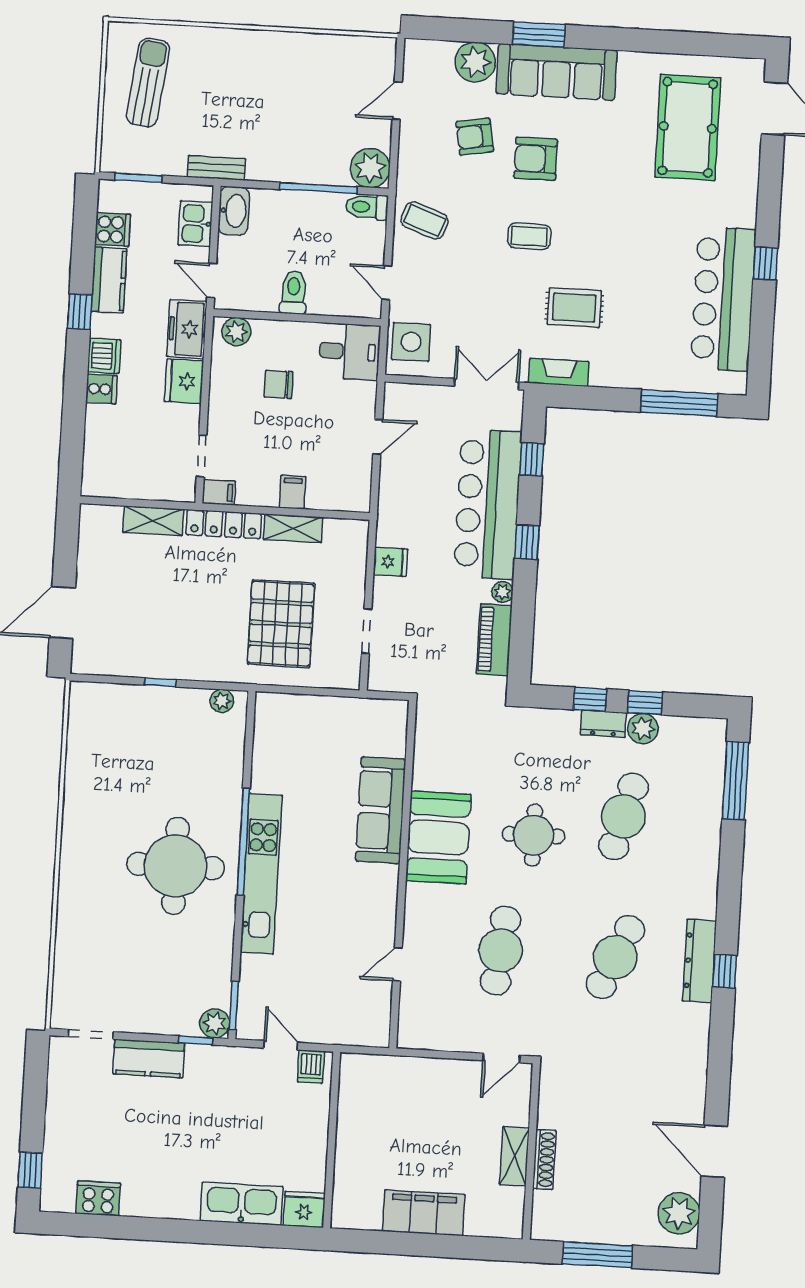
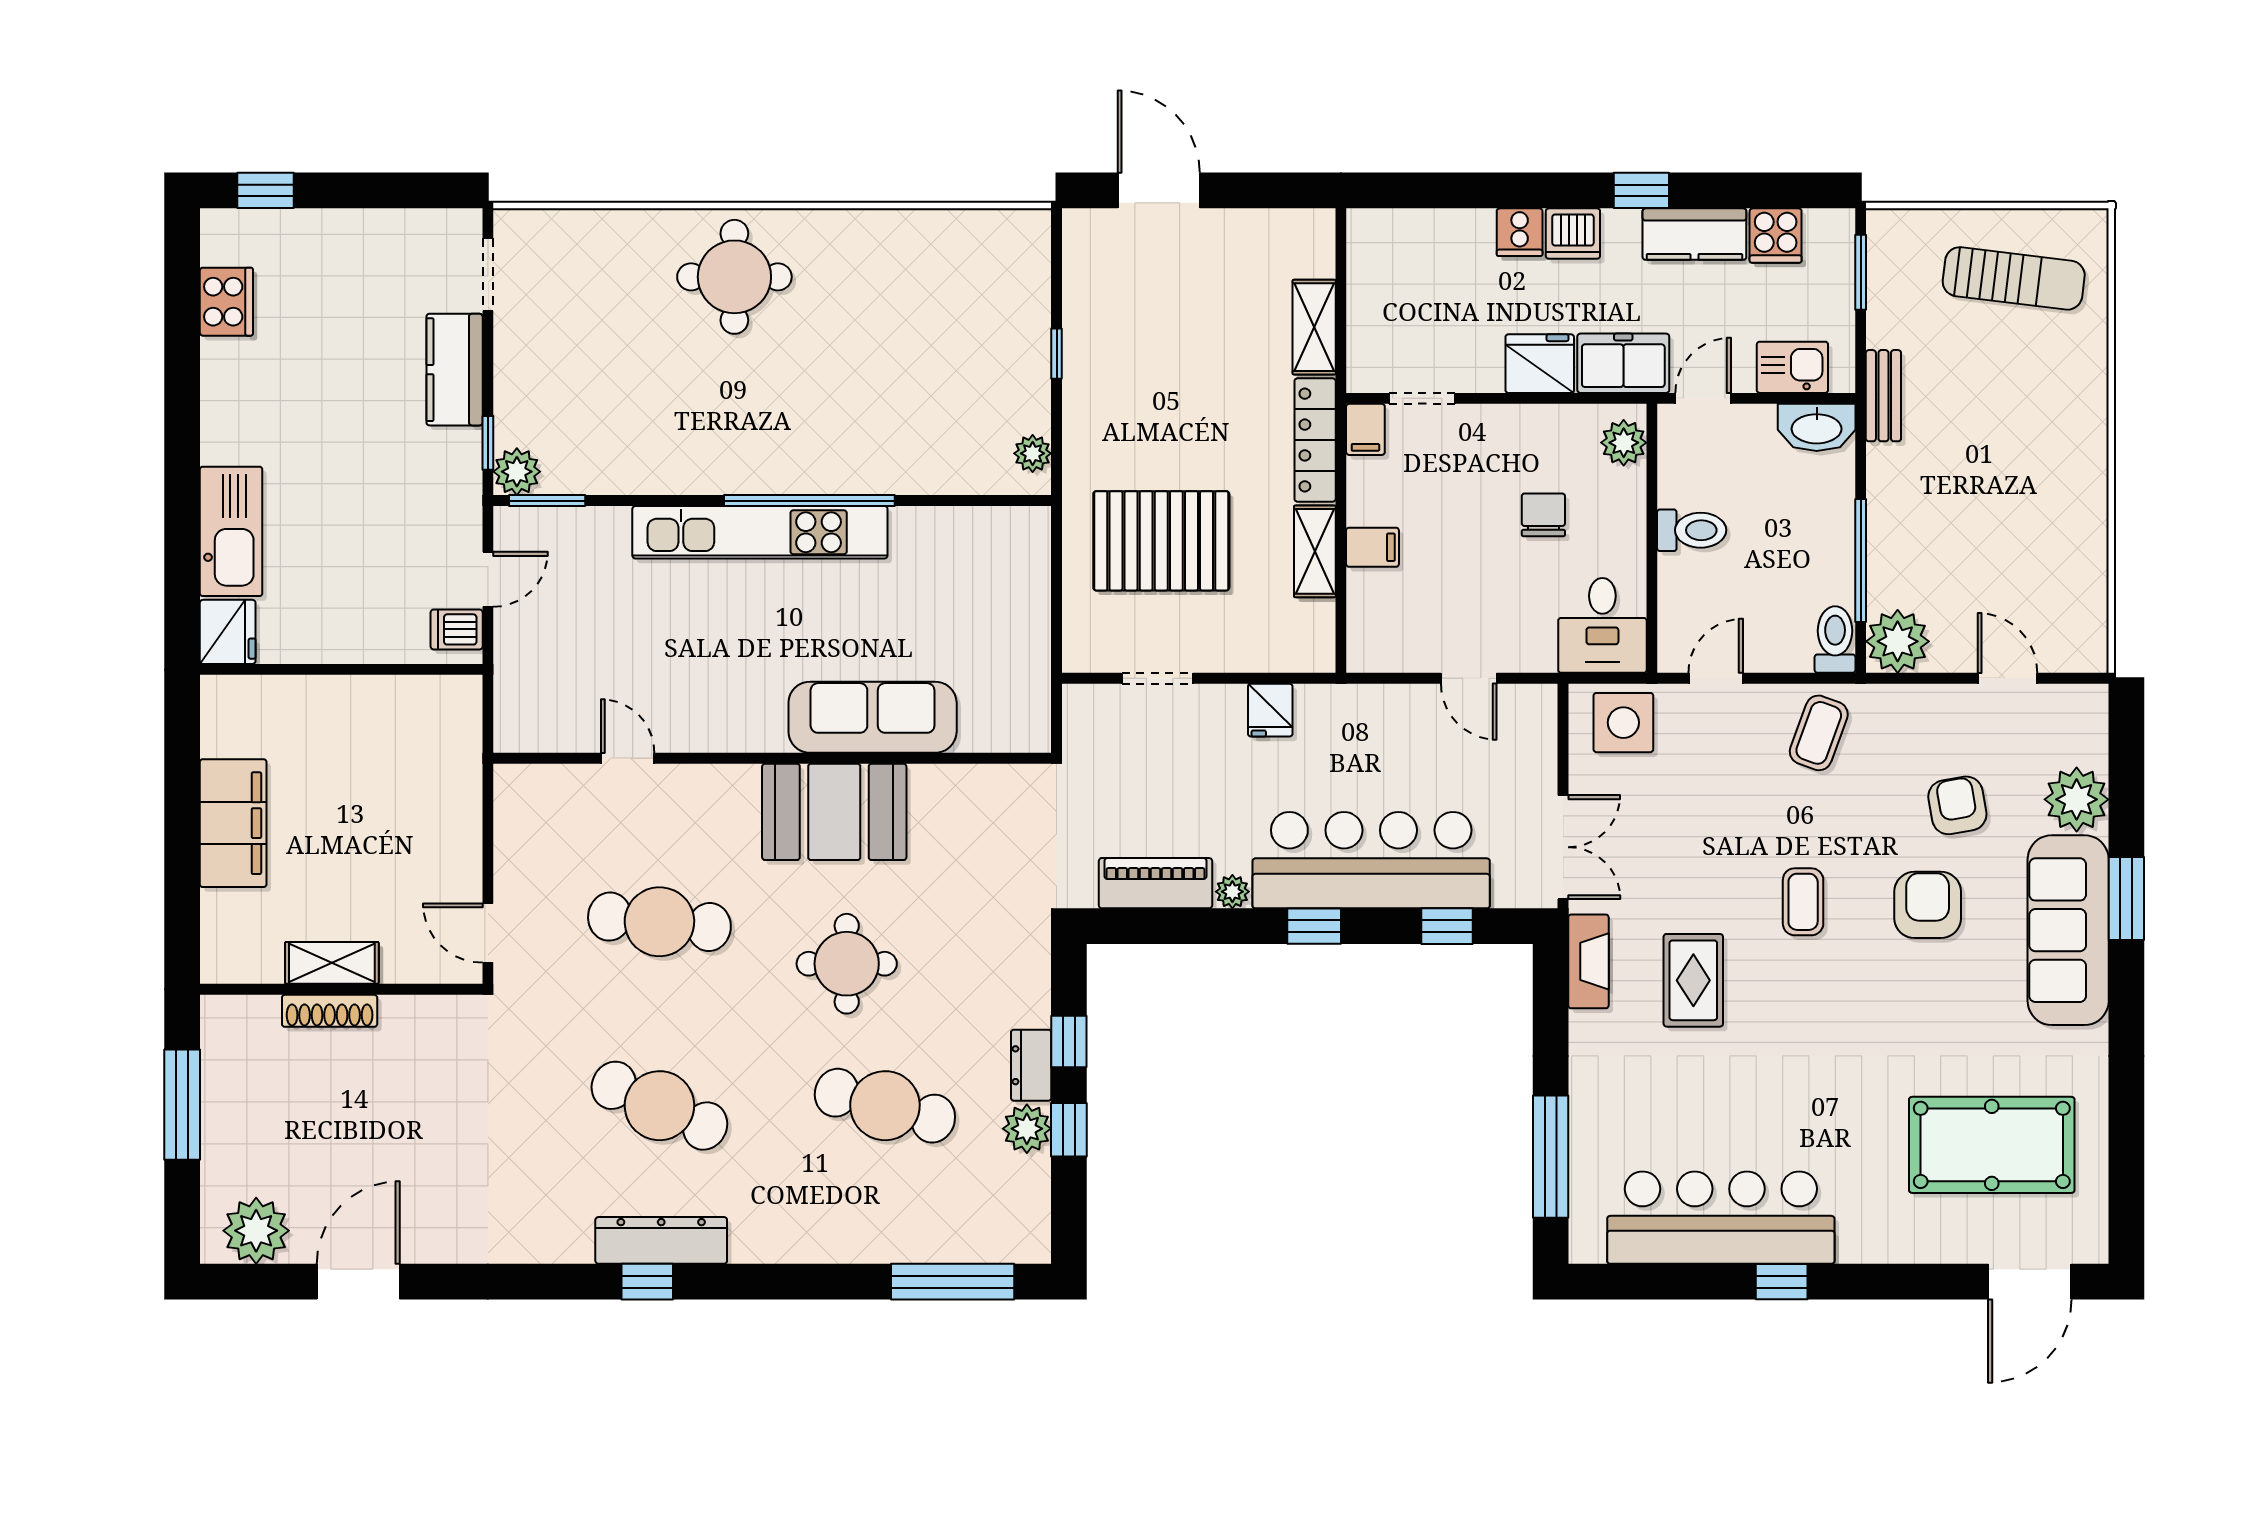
round table: (176, 866) -> (734, 277), moved, width x0.73, depth x0.73

